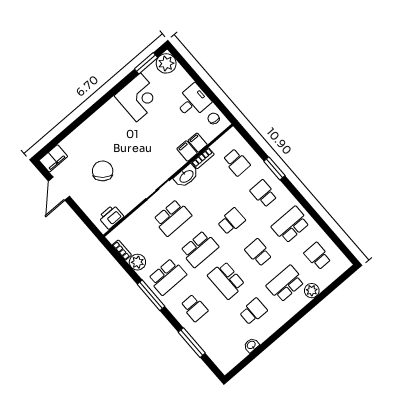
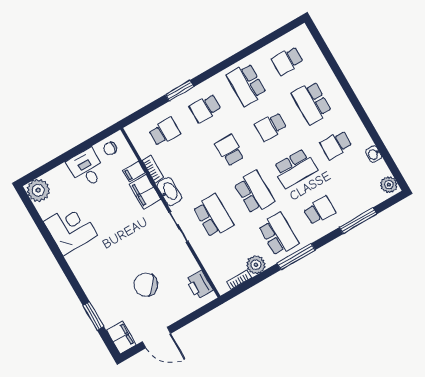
window: (146, 63) -> (93, 316), moved
filing cabinet: (187, 151) -> (145, 192), width x2.00
plant: (312, 291) -> (389, 185), moved
school desk: (253, 311) -> (336, 145), turned -90

